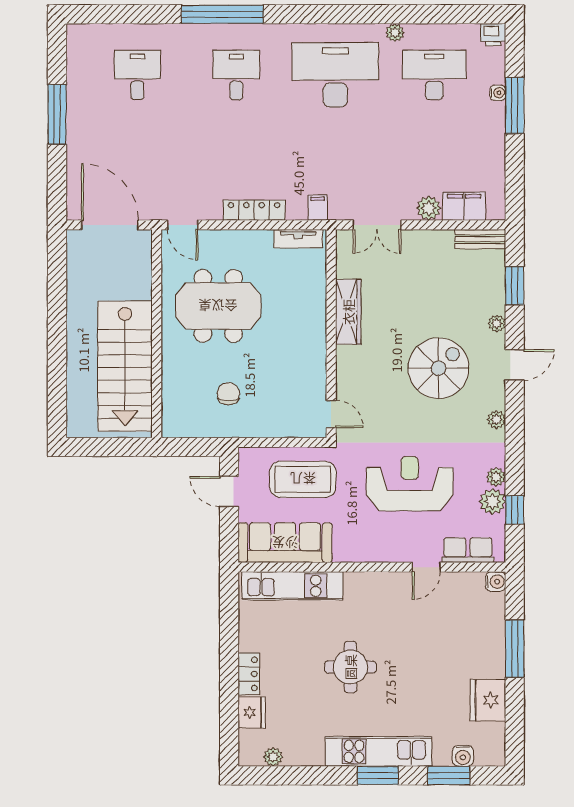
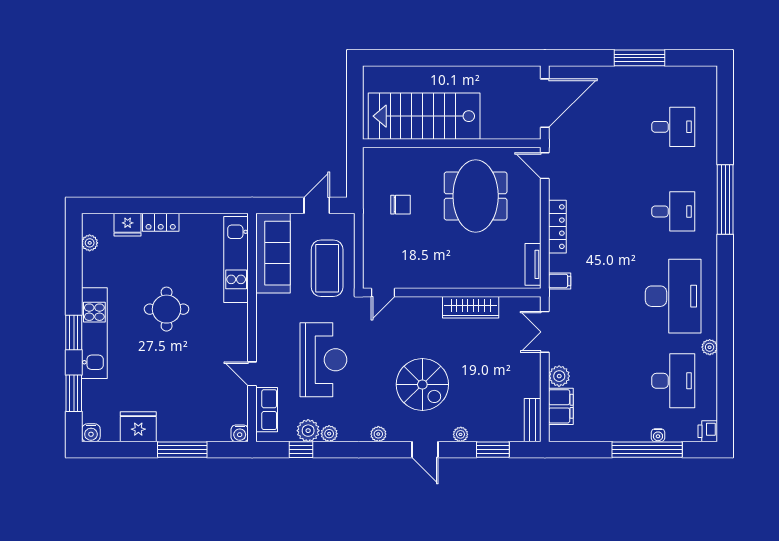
window: (515, 106) -> (647, 450), width x1.46
door: (183, 225) -> (545, 166), hinge flipped
water cooler: (463, 756) -> (91, 433), moved, turned -90

